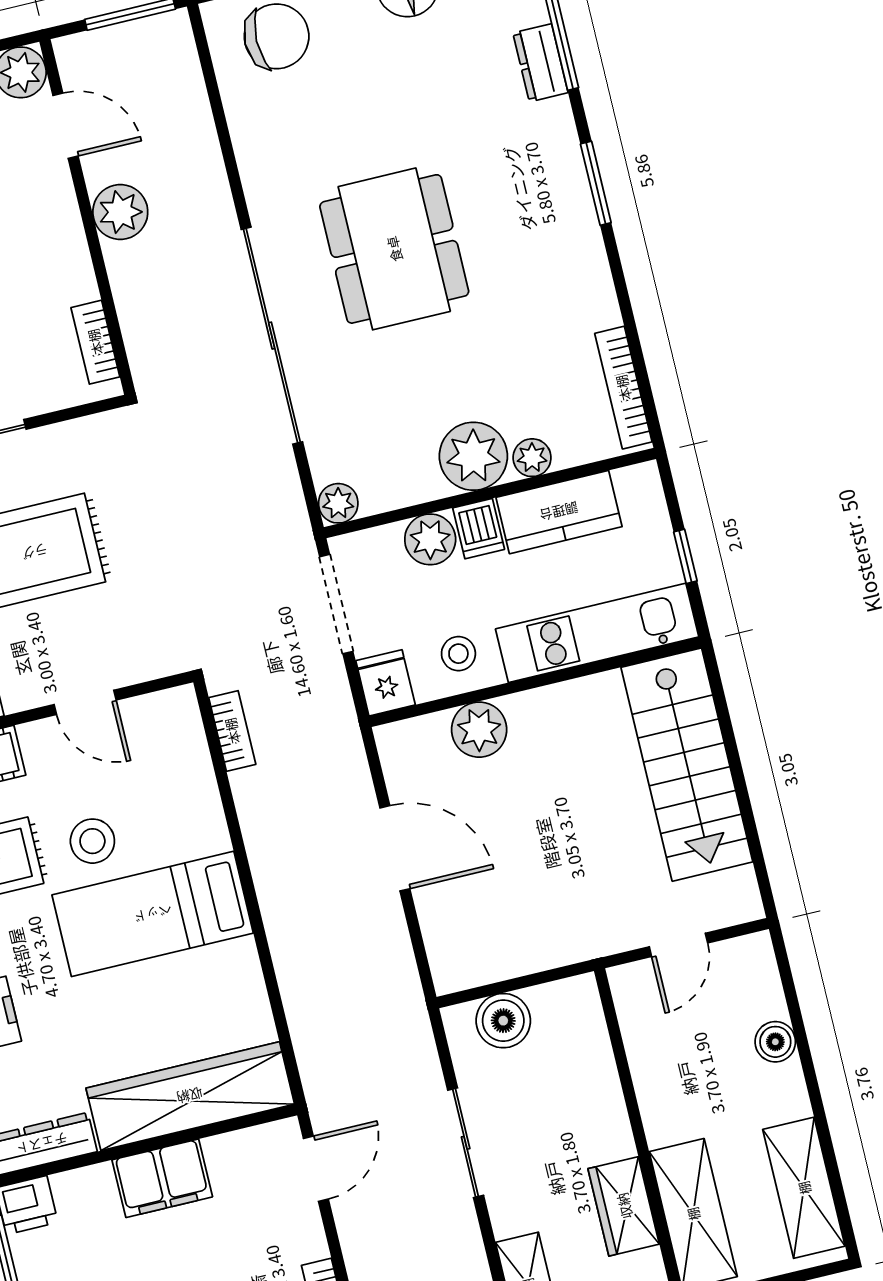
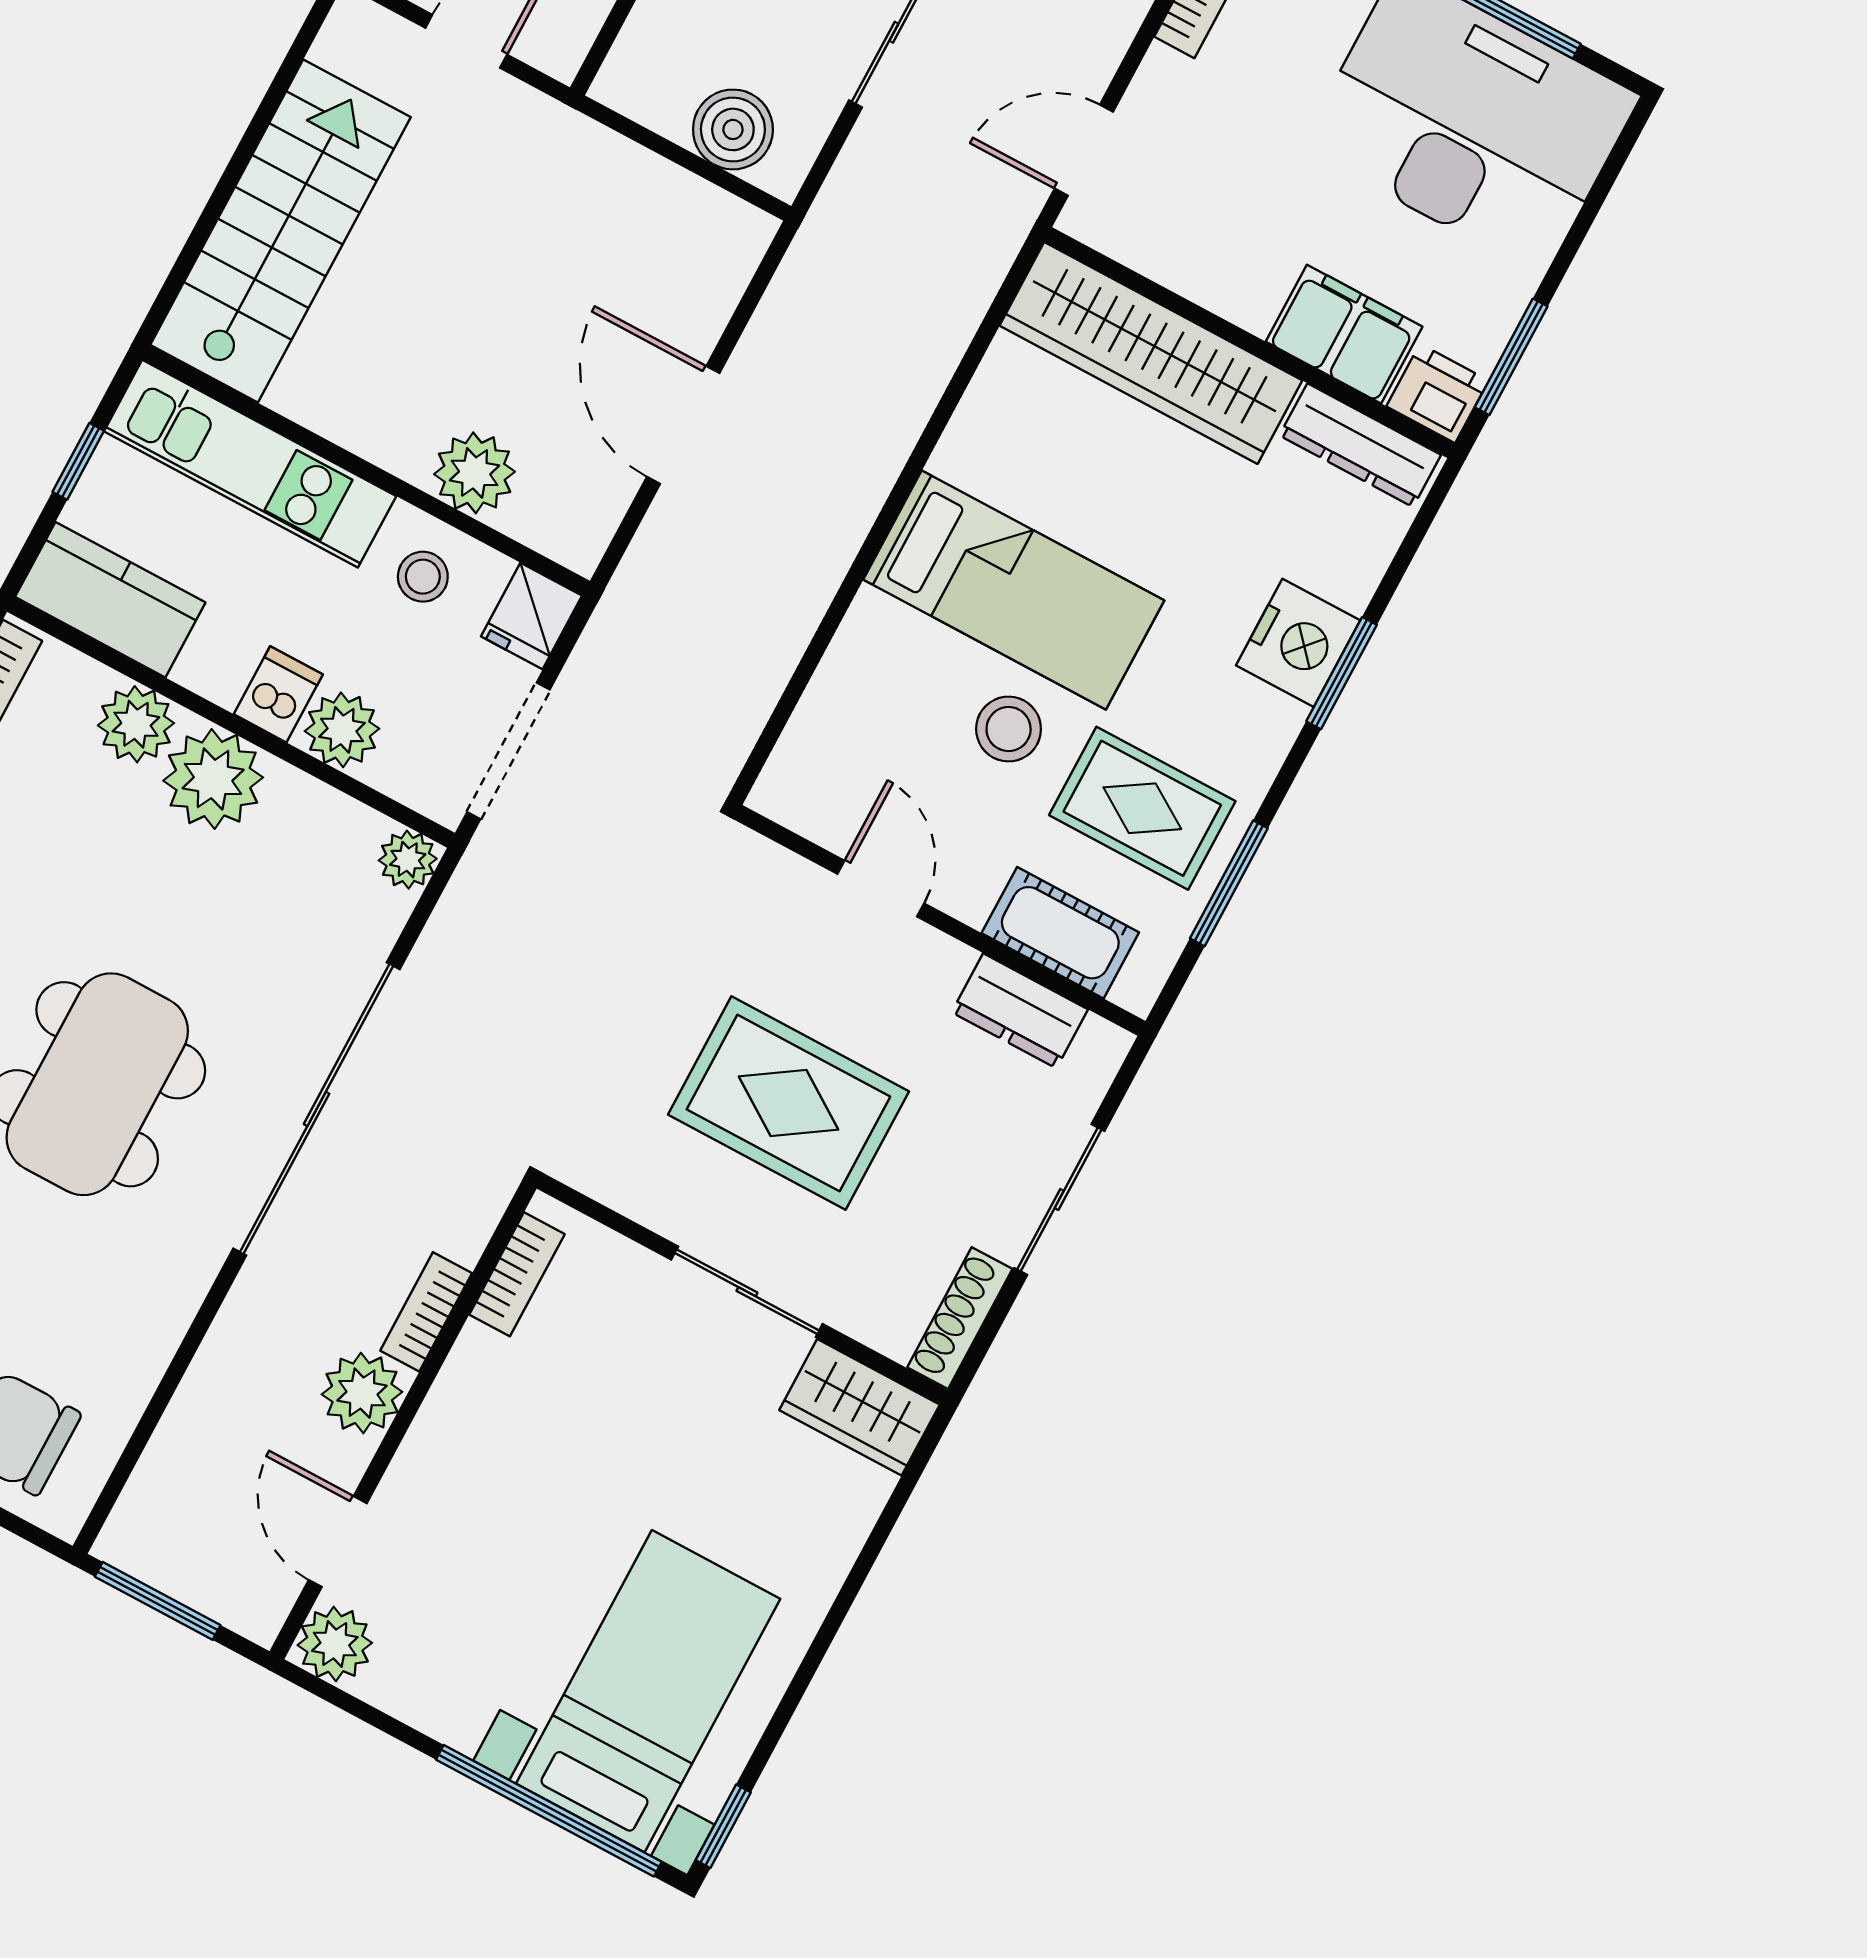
plant: (532, 458) -> (136, 724), width x1.38, depth x1.38
kitchen counter: (559, 512) -> (110, 600), moved
bookcase: (232, 731) -> (426, 1312), moved
filing cabinet: (162, 1178) -> (1344, 334), moved

